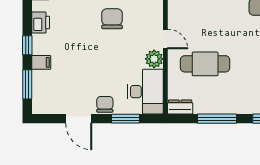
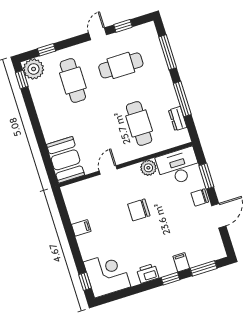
chair: (112, 19) -> (139, 210), moved
door: (165, 39) -> (108, 170), moved
dresser: (180, 107) -> (178, 119), moved

